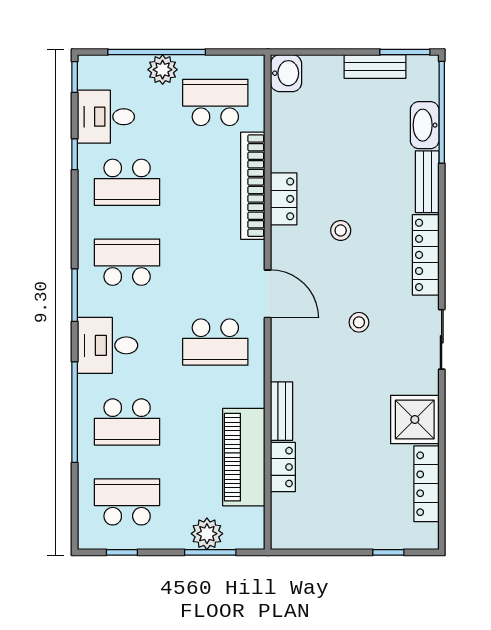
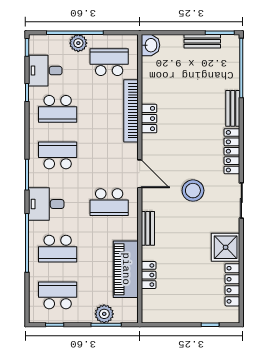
washbasin: (425, 125) -> (231, 75), removed
stool: (341, 230) -> (182, 137), removed
stool: (359, 322) -> (193, 191), width x1.89, depth x1.89
bench: (282, 411) -> (148, 228), moved

